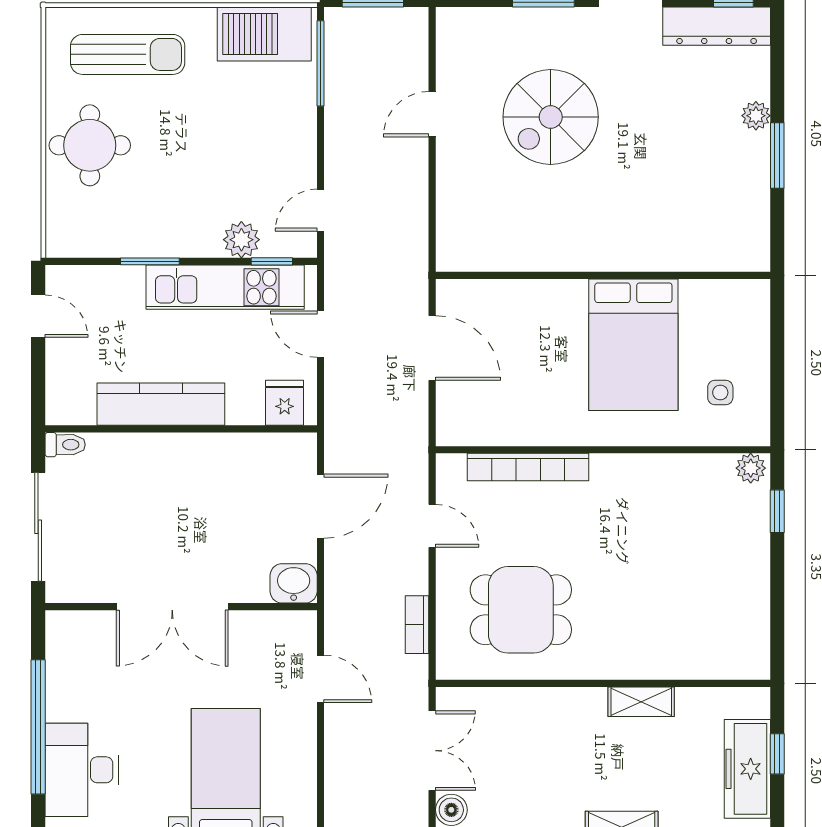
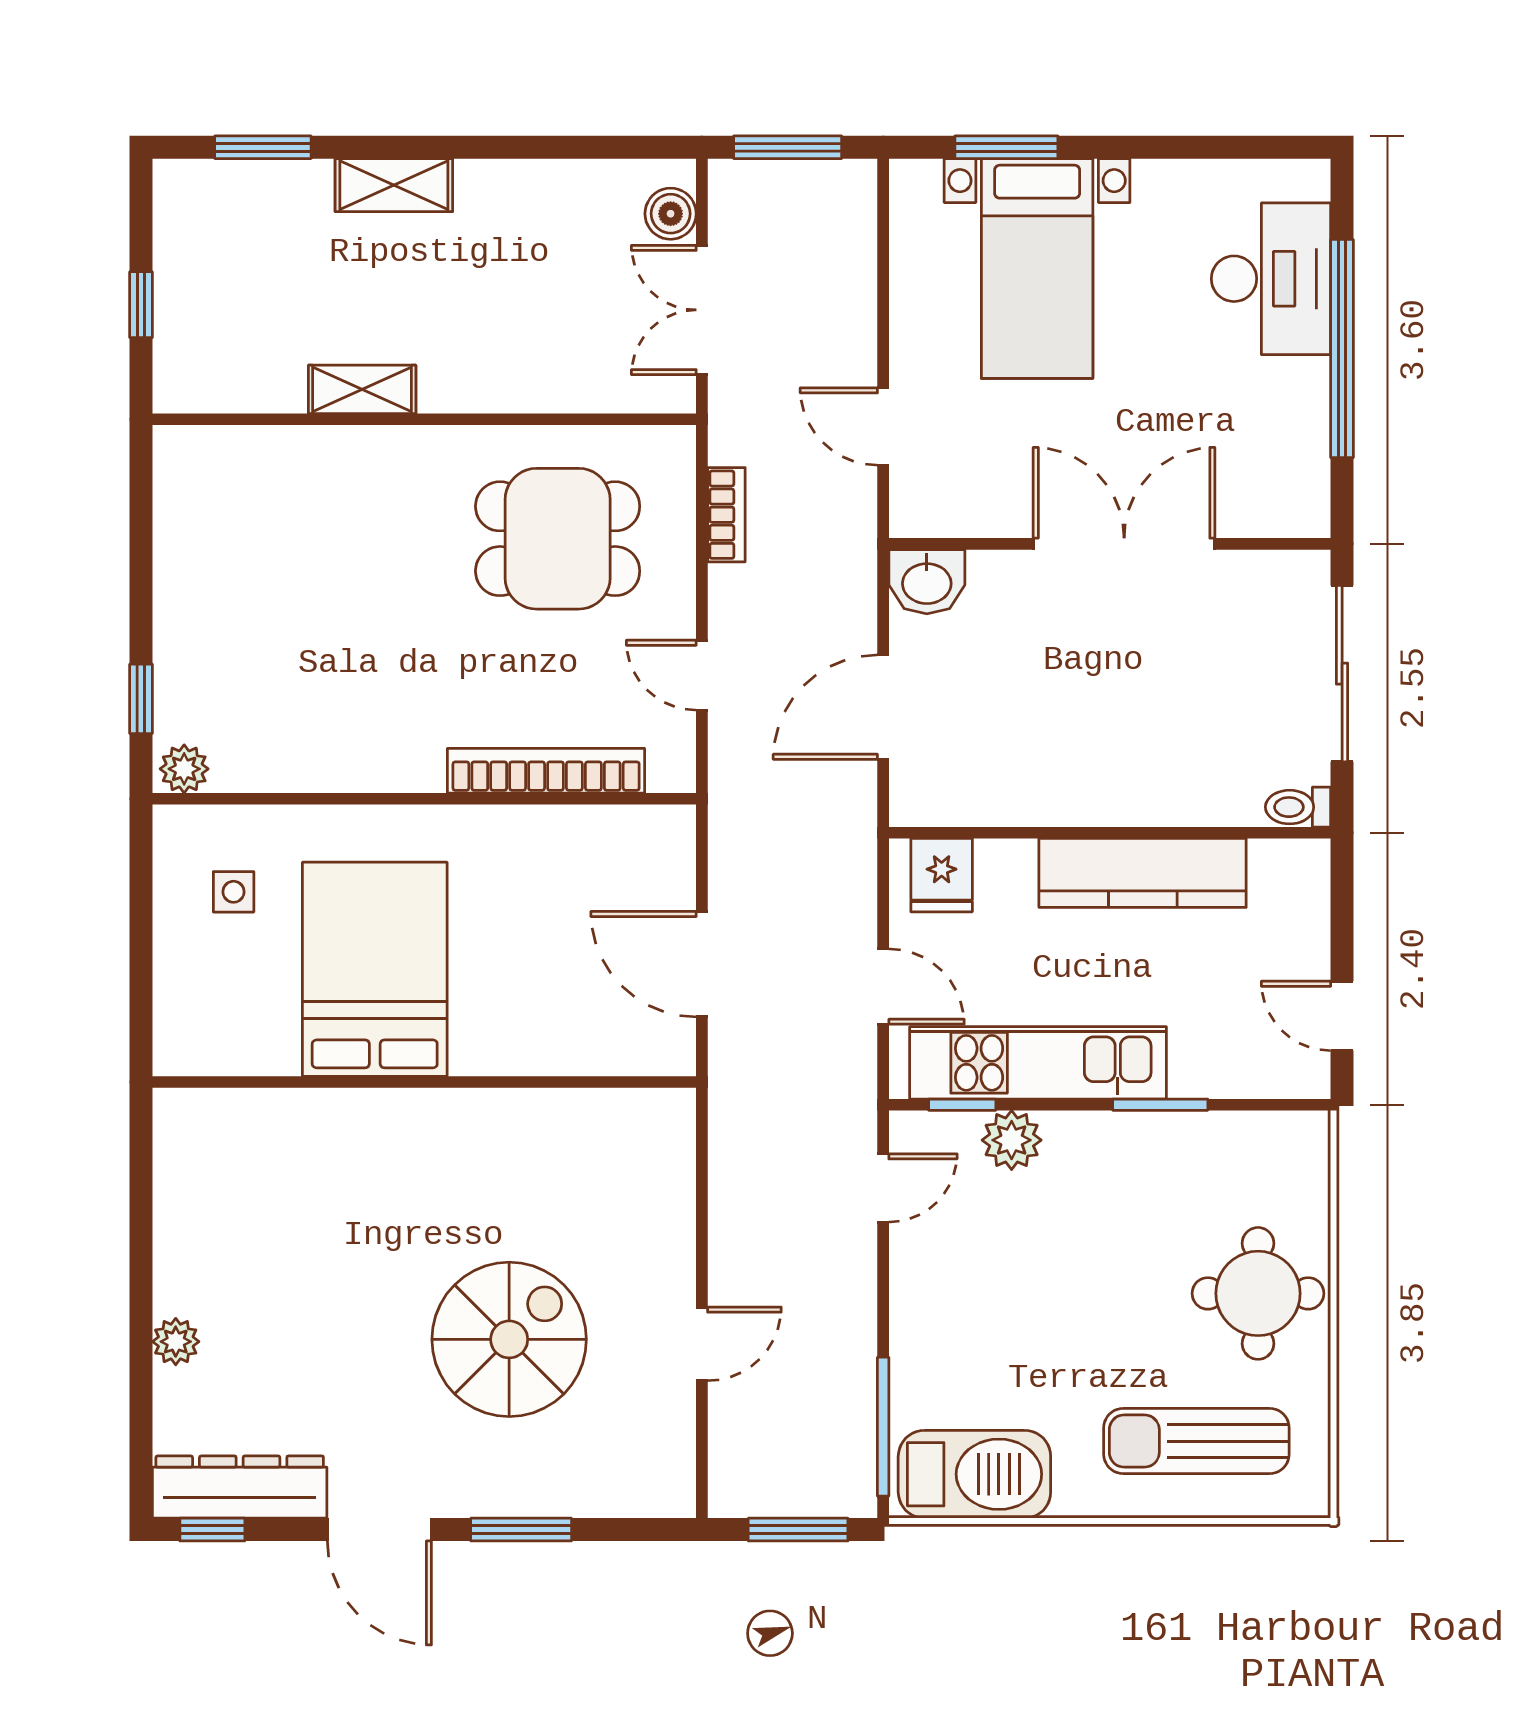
window: (777, 155) -> (141, 1277), removed
freezer: (747, 769) -> (190, 280), removed

